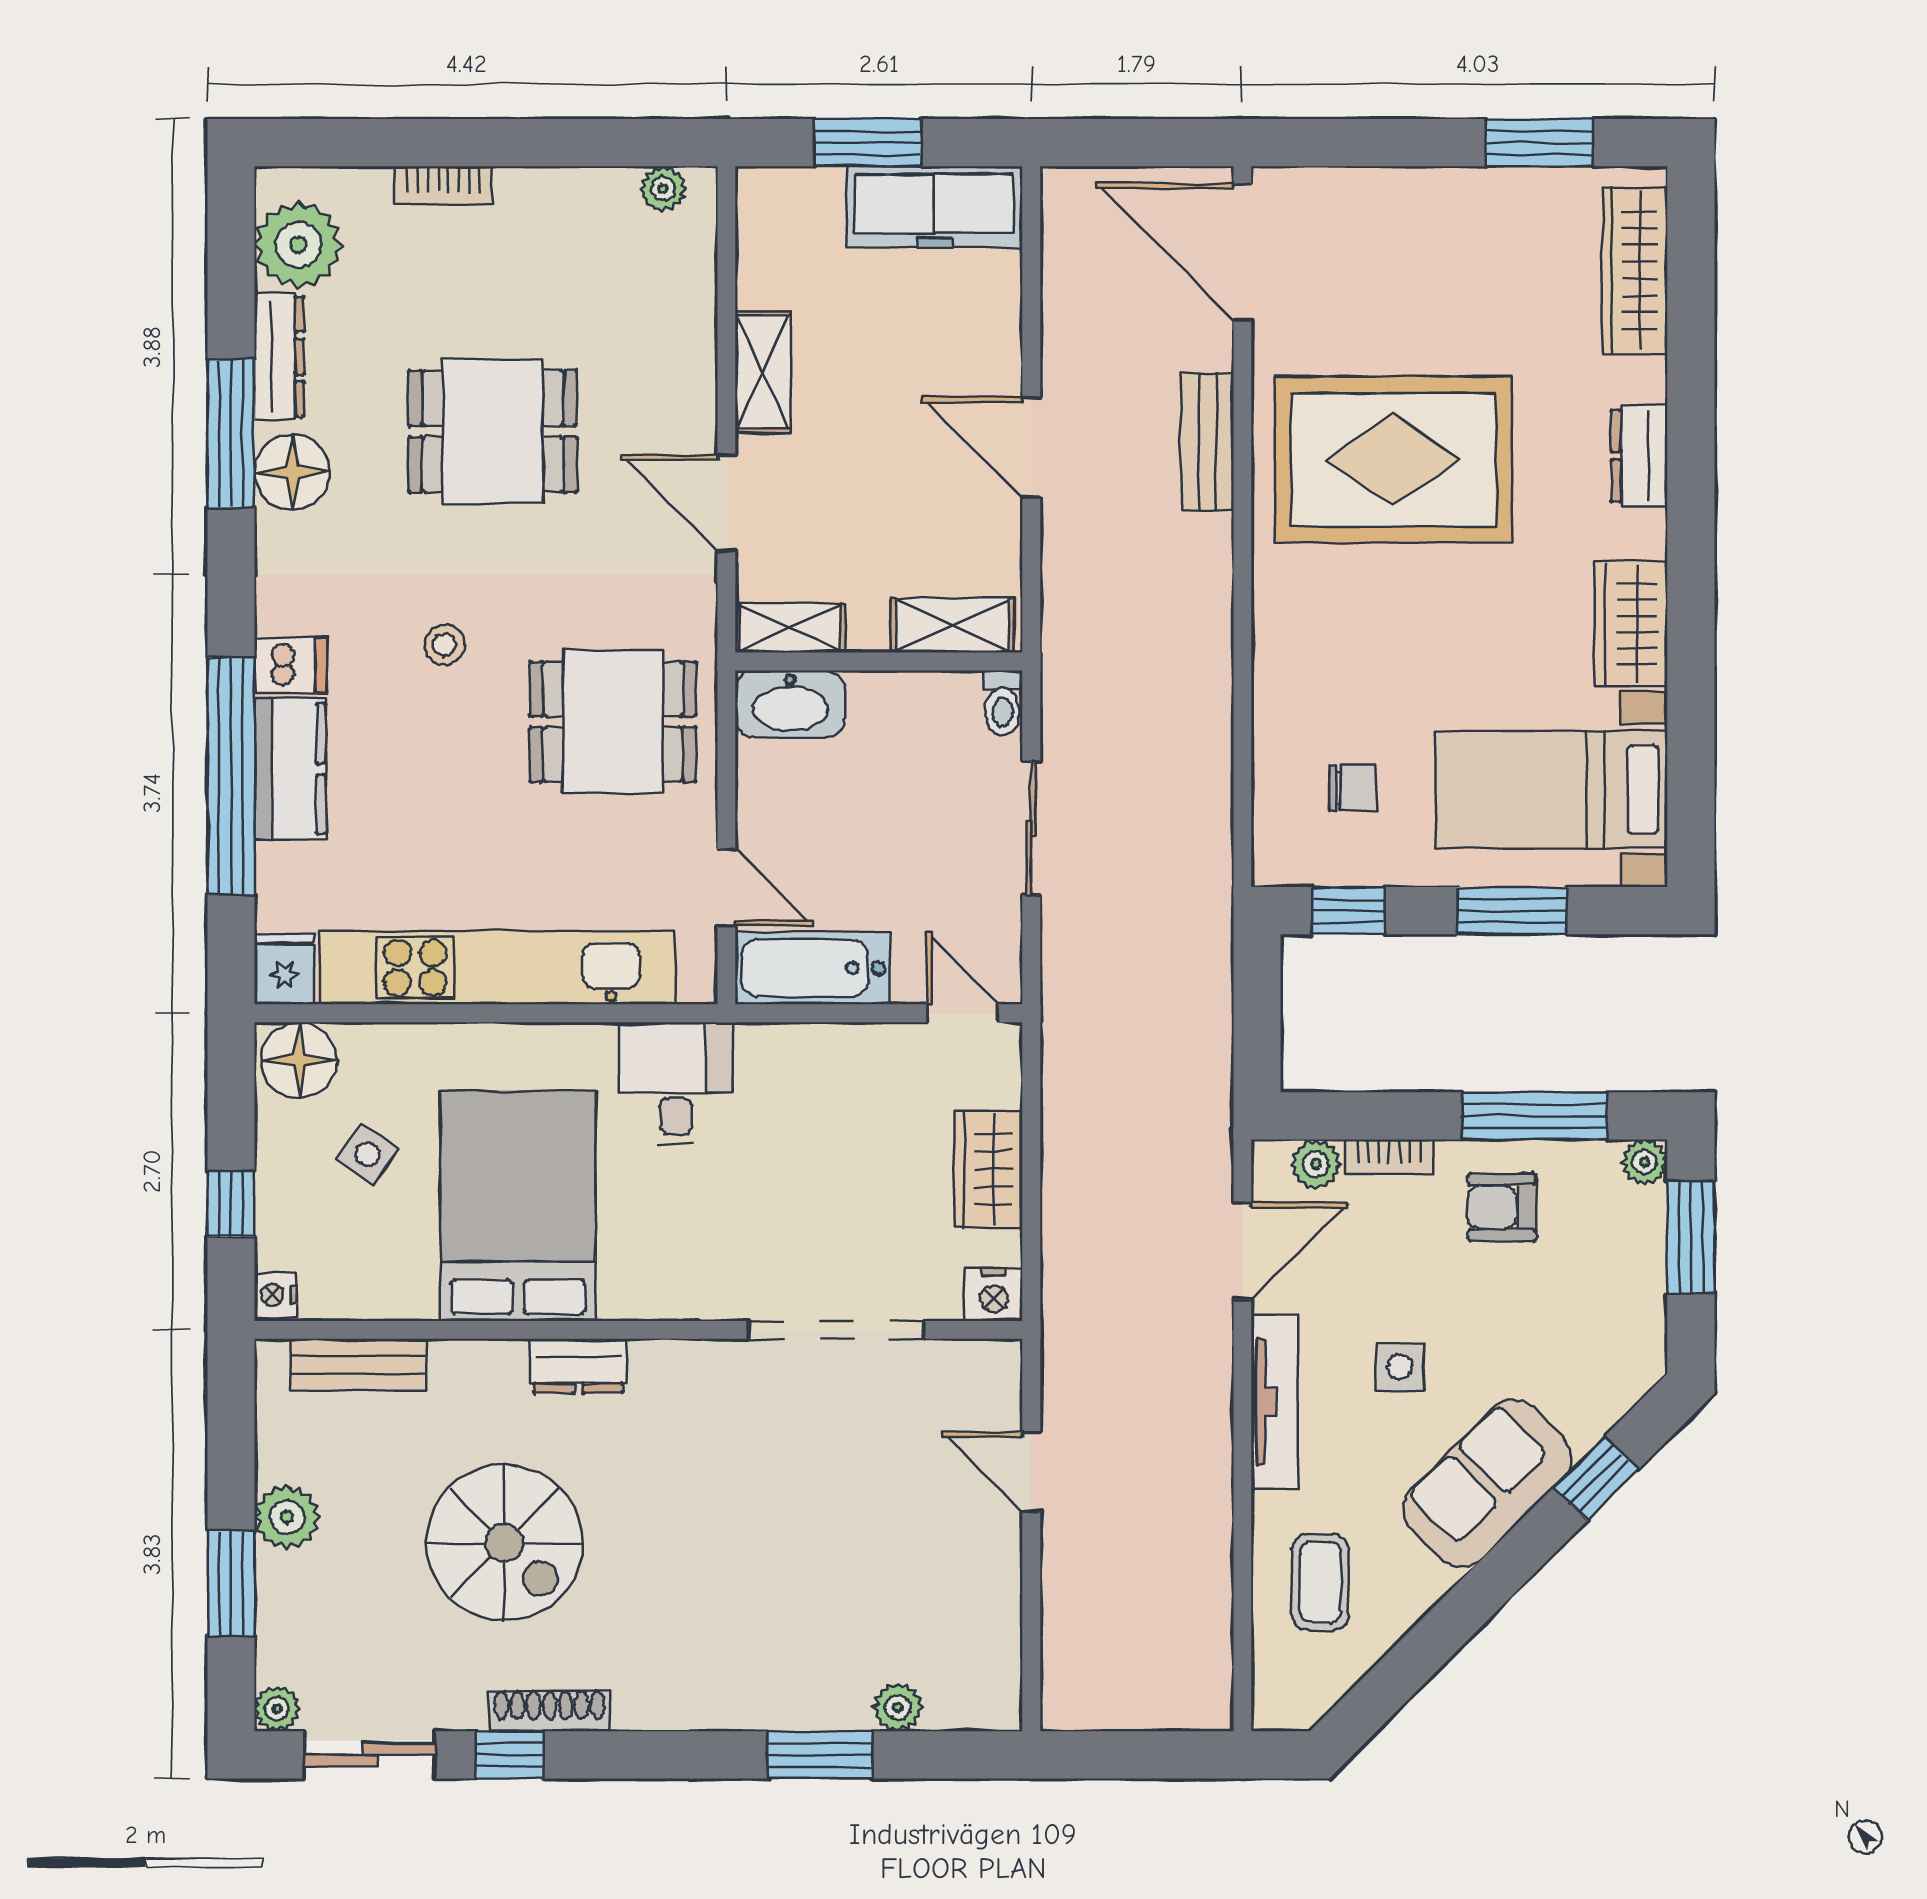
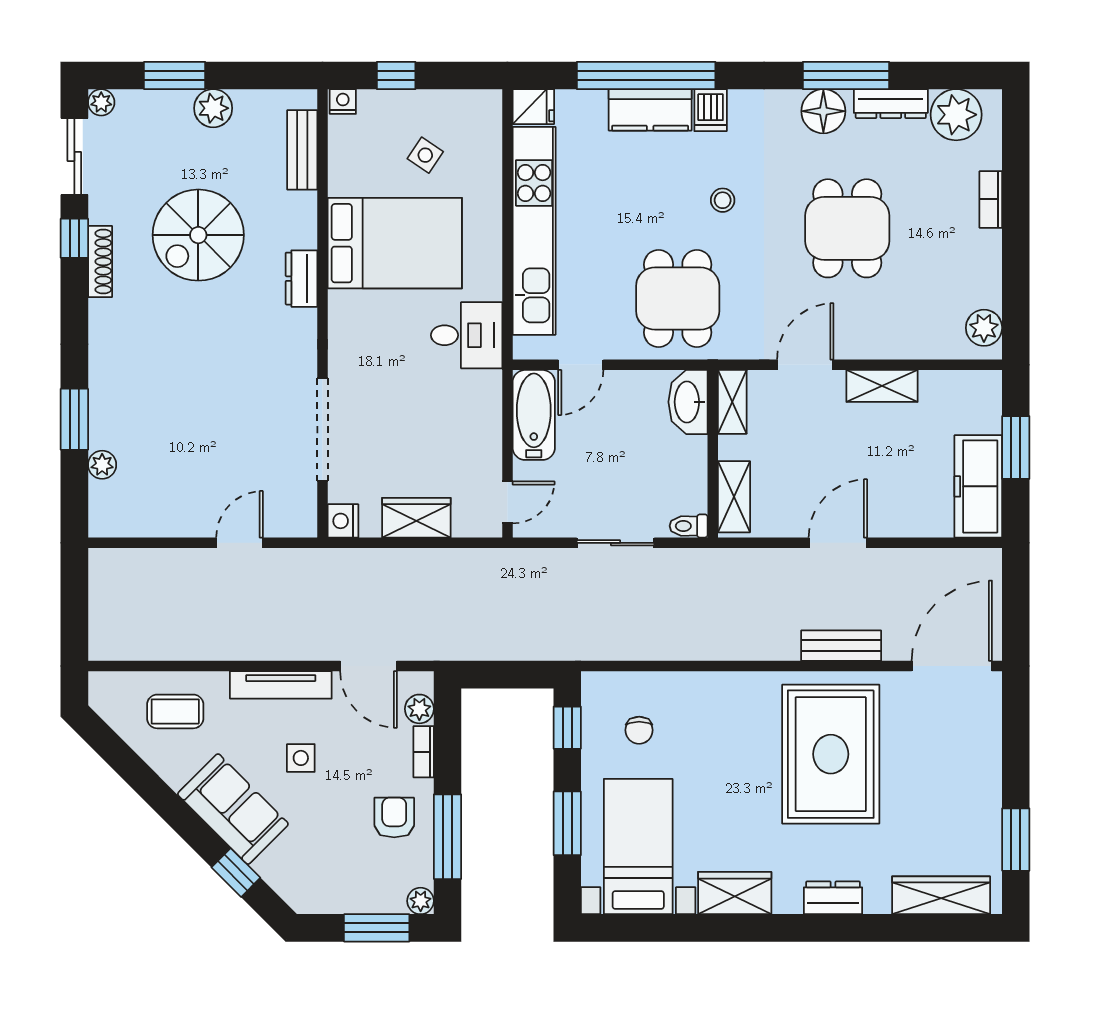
plant: (663, 189) -> (984, 328), width x1.38, depth x1.38
floor lamp: (299, 1060) -> (480, 115), removed

